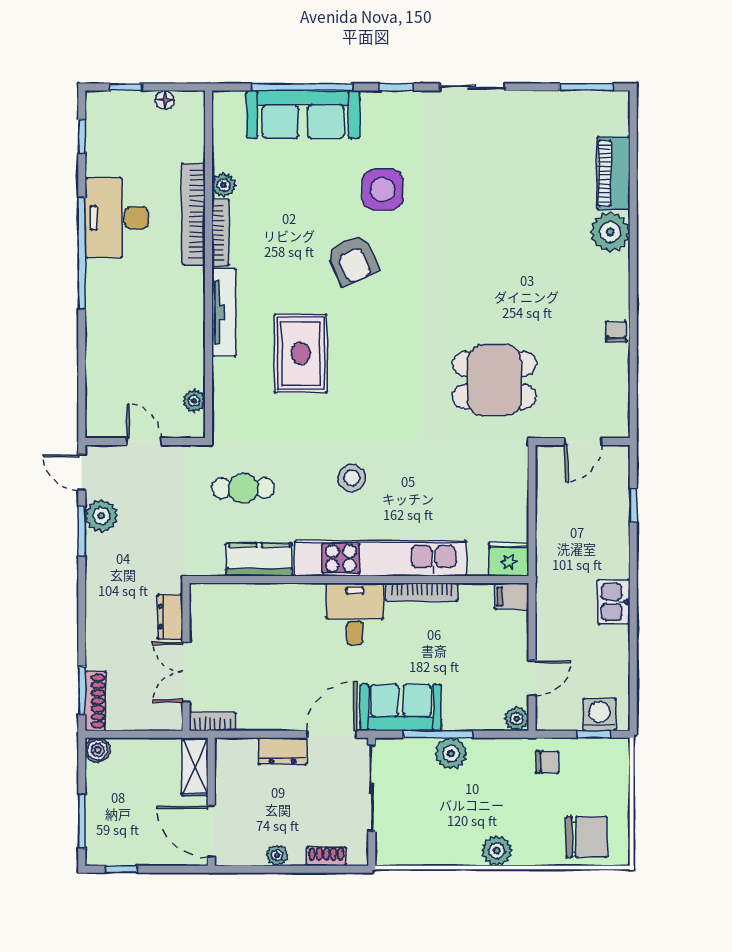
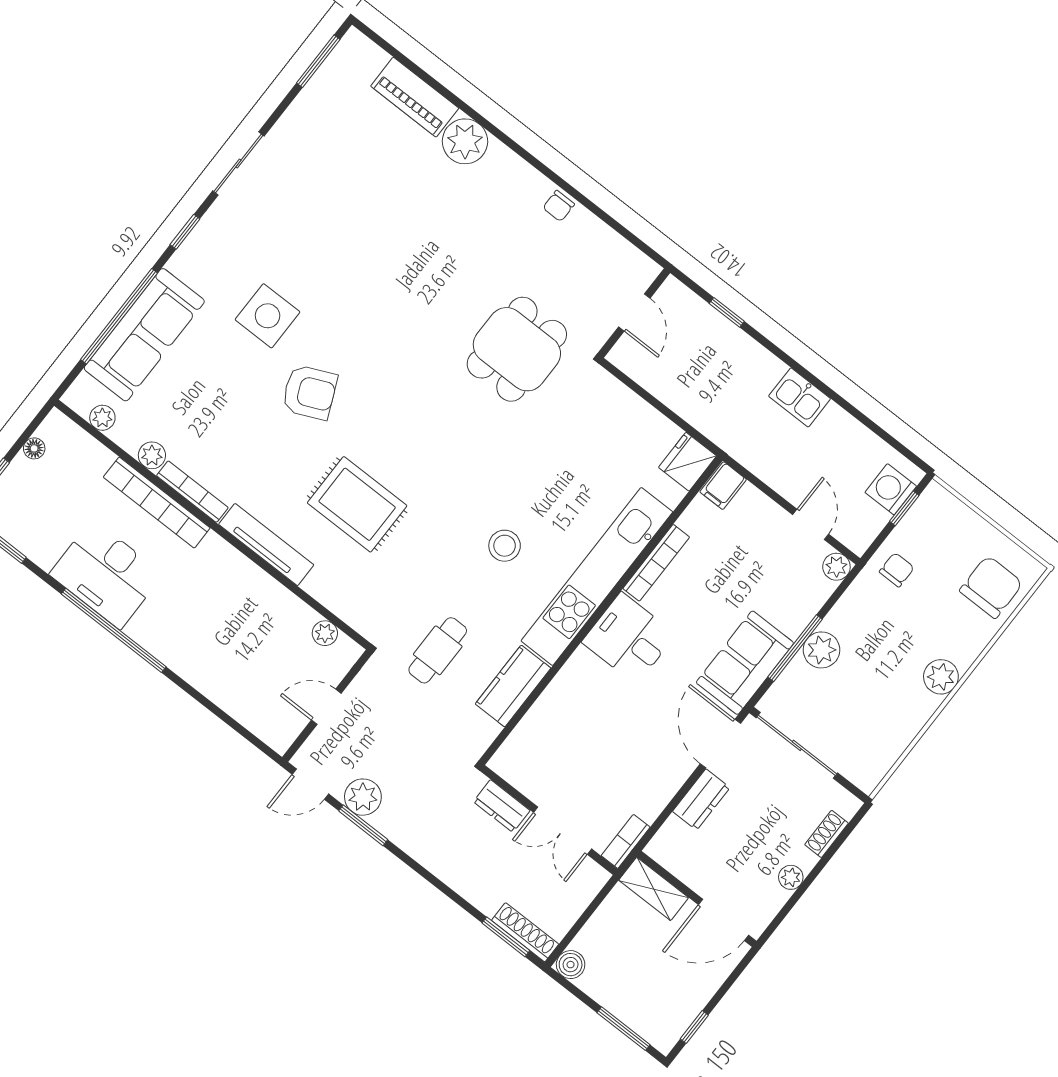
plant: (223, 130) -> (102, 418), added
chair: (616, 332) -> (559, 206), turned -90

